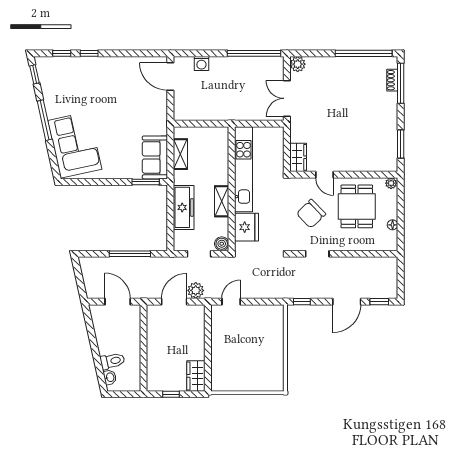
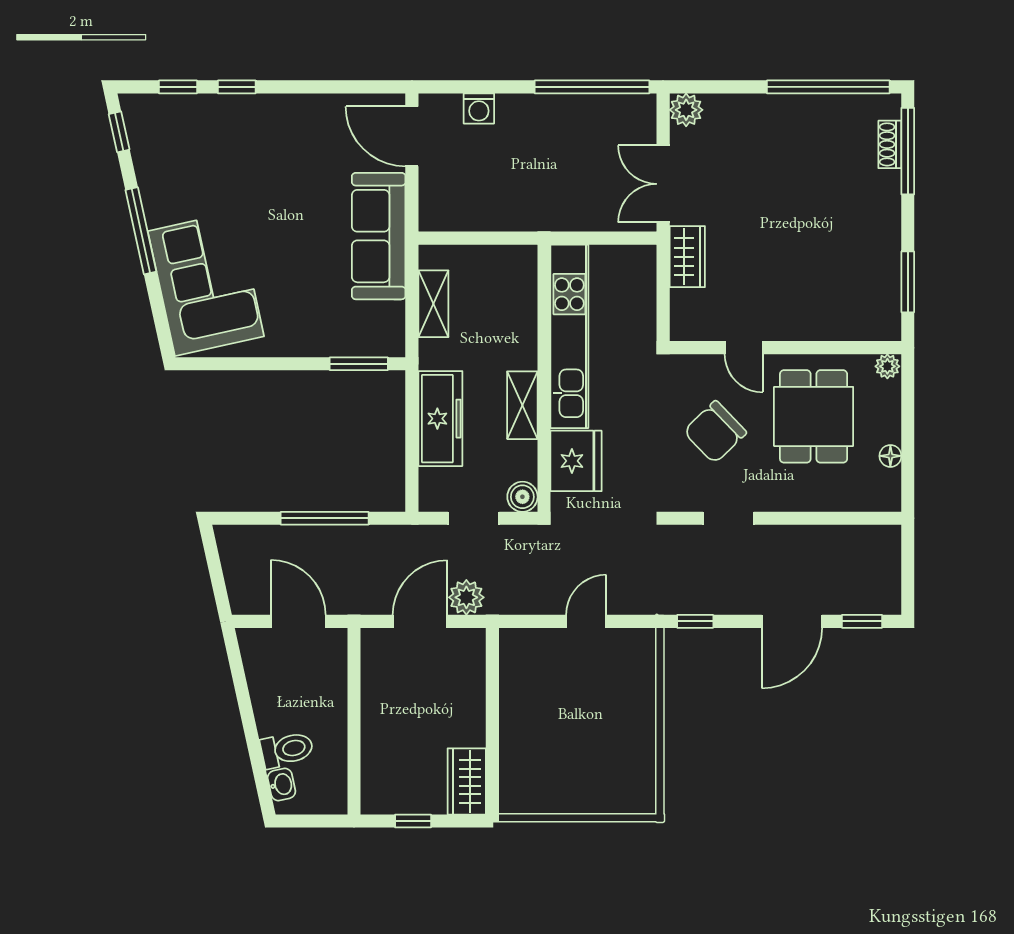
sofa: (155, 157) -> (379, 236), moved, width x1.36
wardrobe: (298, 157) -> (687, 257), moved
door: (231, 302) -> (586, 621), moved

